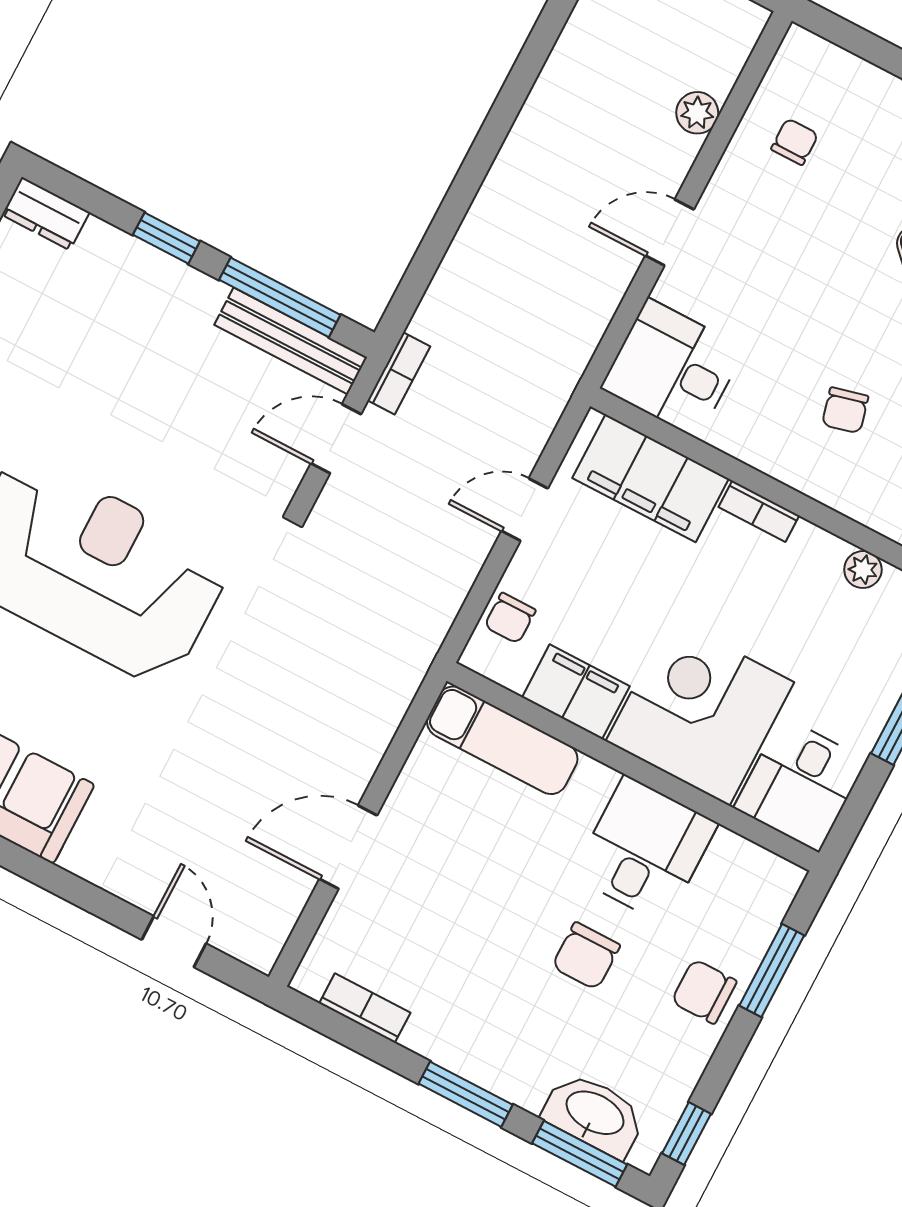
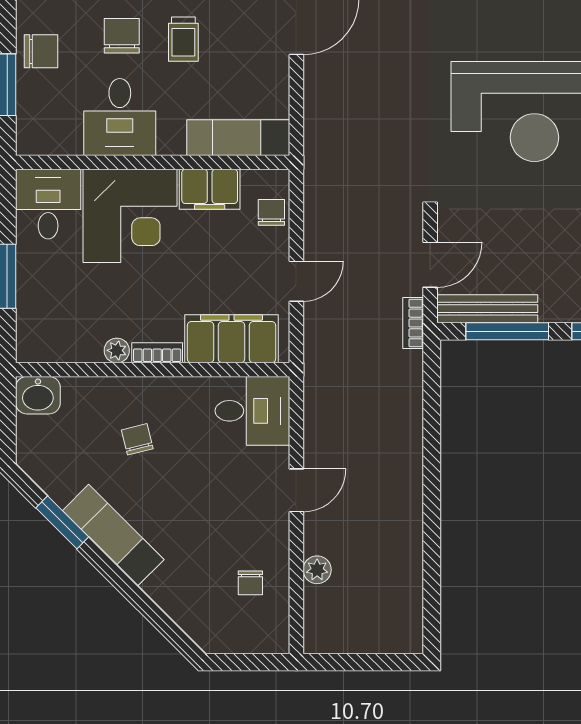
plant: (863, 570) -> (117, 350), moved
trolley: (507, 909) -> (183, 39), added

